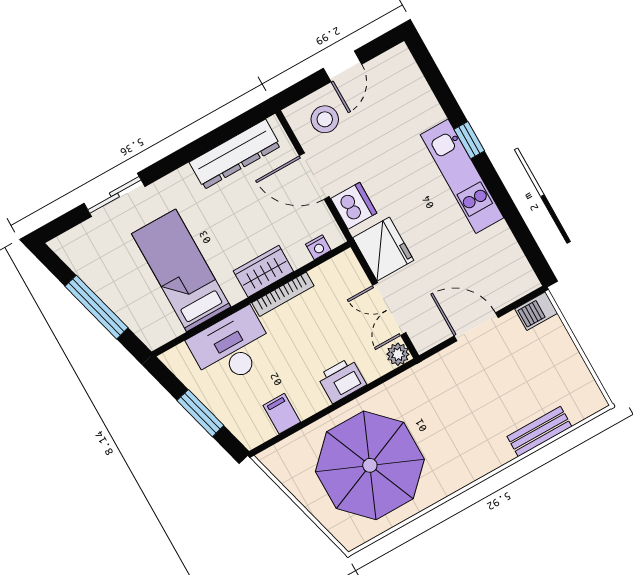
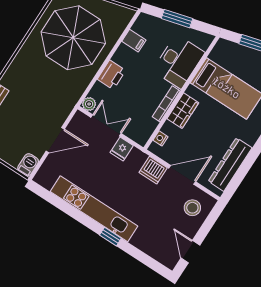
door: (343, 66) -> (190, 252), moved
kitchen unit: (462, 176) -> (94, 209), width x1.36
fridge: (383, 249) -> (122, 149), width x0.53, depth x0.75

